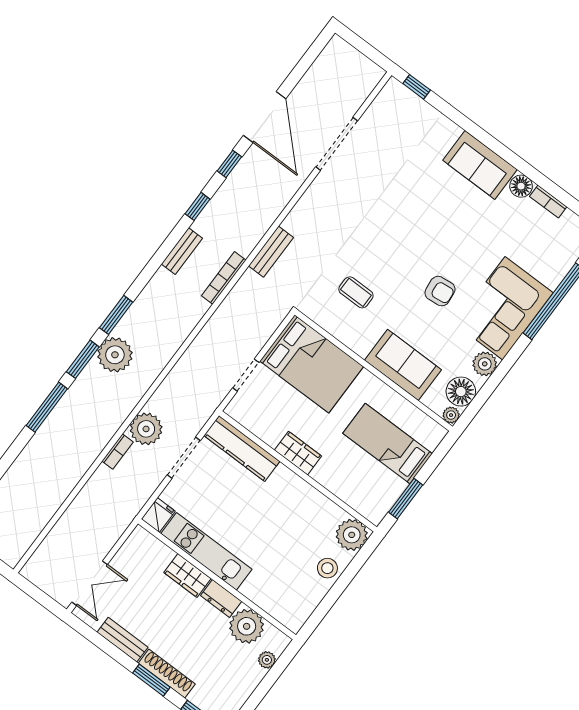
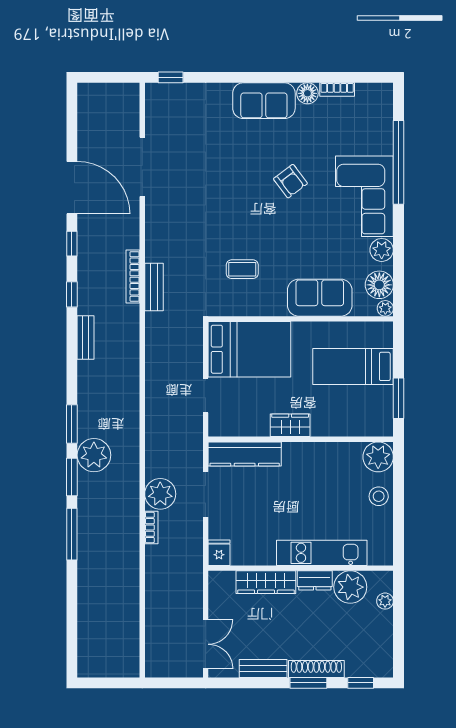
bookcase: (224, 278) -> (133, 276), moved
armchair: (440, 291) -> (290, 181), moved, turned 59
kitchen unit: (206, 551) -> (322, 553), moved
wardrobe: (187, 575) -> (266, 582), width x1.50

